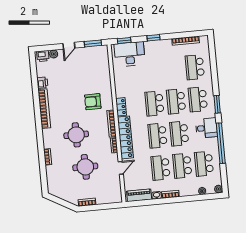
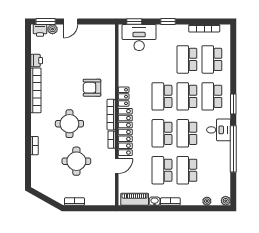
window: (93, 43) -> (46, 21), moved
school desk: (204, 164) -> (187, 59), moved

